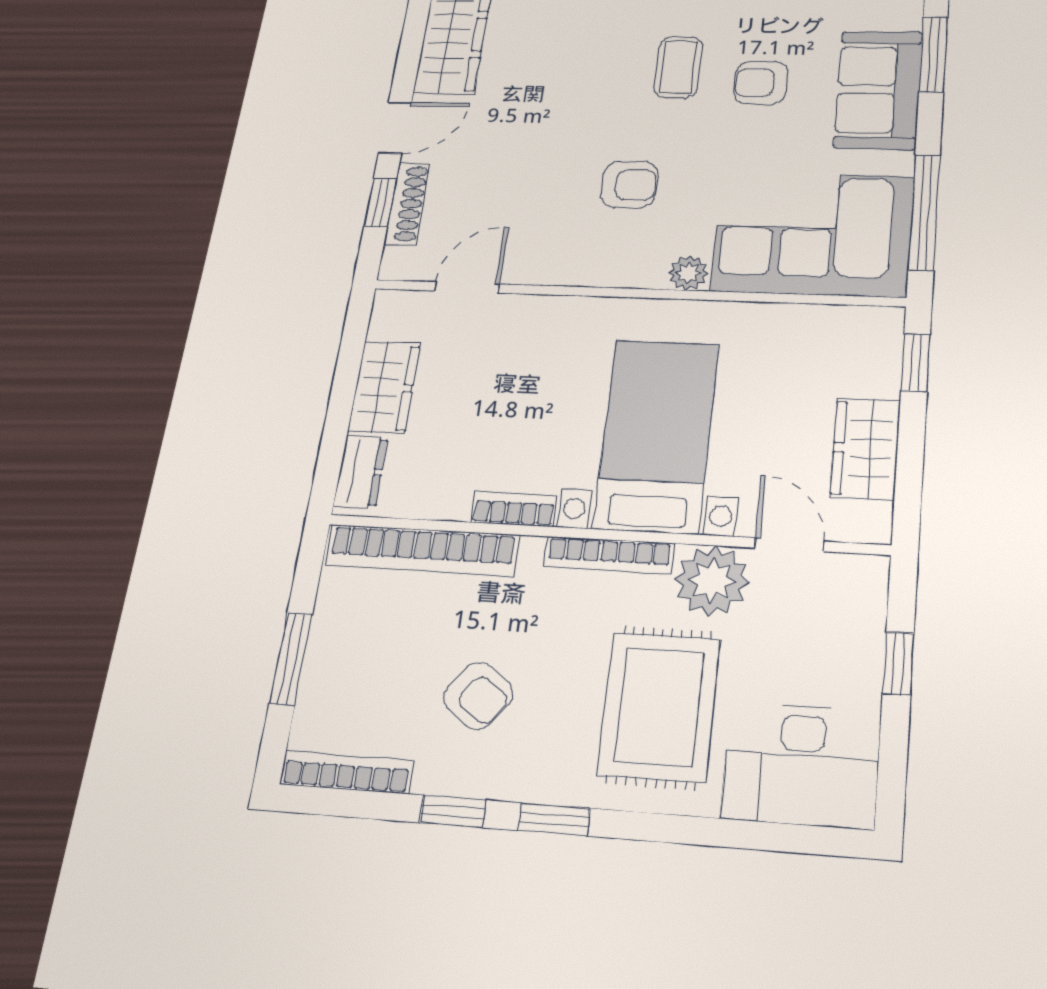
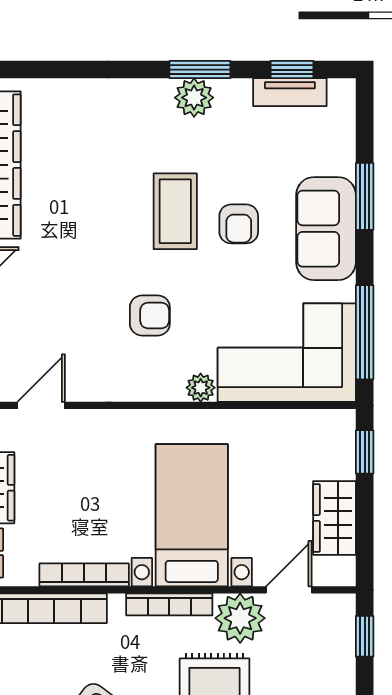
coffee table: (678, 67) -> (175, 211), width x1.36, depth x1.30
armchair: (761, 83) -> (239, 224), turned -90
bookcase: (514, 509) -> (84, 575), width x1.56
door: (789, 545) -> (289, 590), hinge flipped
window: (898, 664) -> (365, 636), moved

